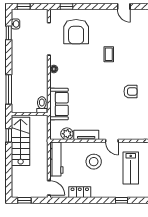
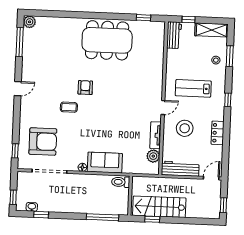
armchair: (130, 91) -> (85, 88), moved
sofa: (59, 104) -> (105, 163), moved
lab bench: (131, 168) -> (193, 88), turned 180
locker: (80, 192) -> (218, 133), moved

